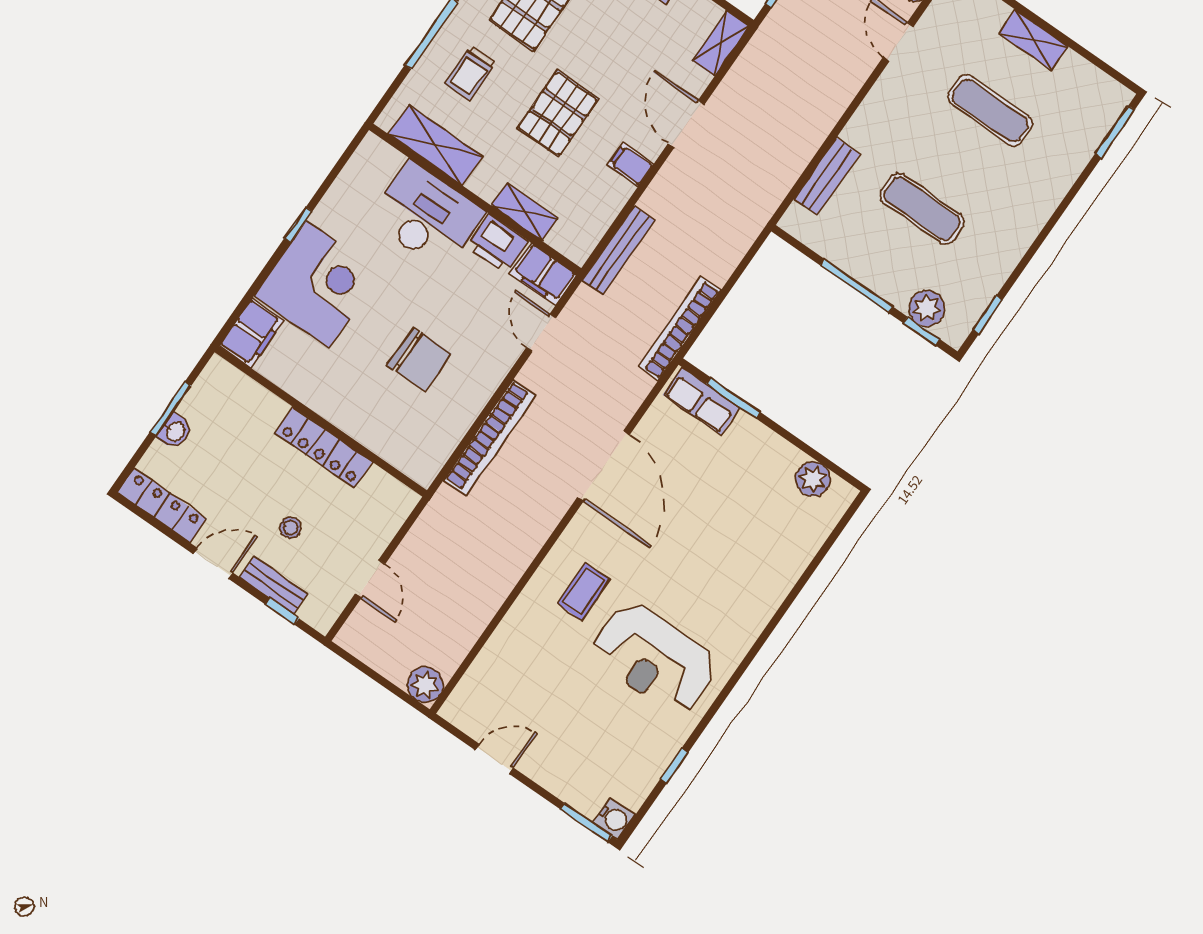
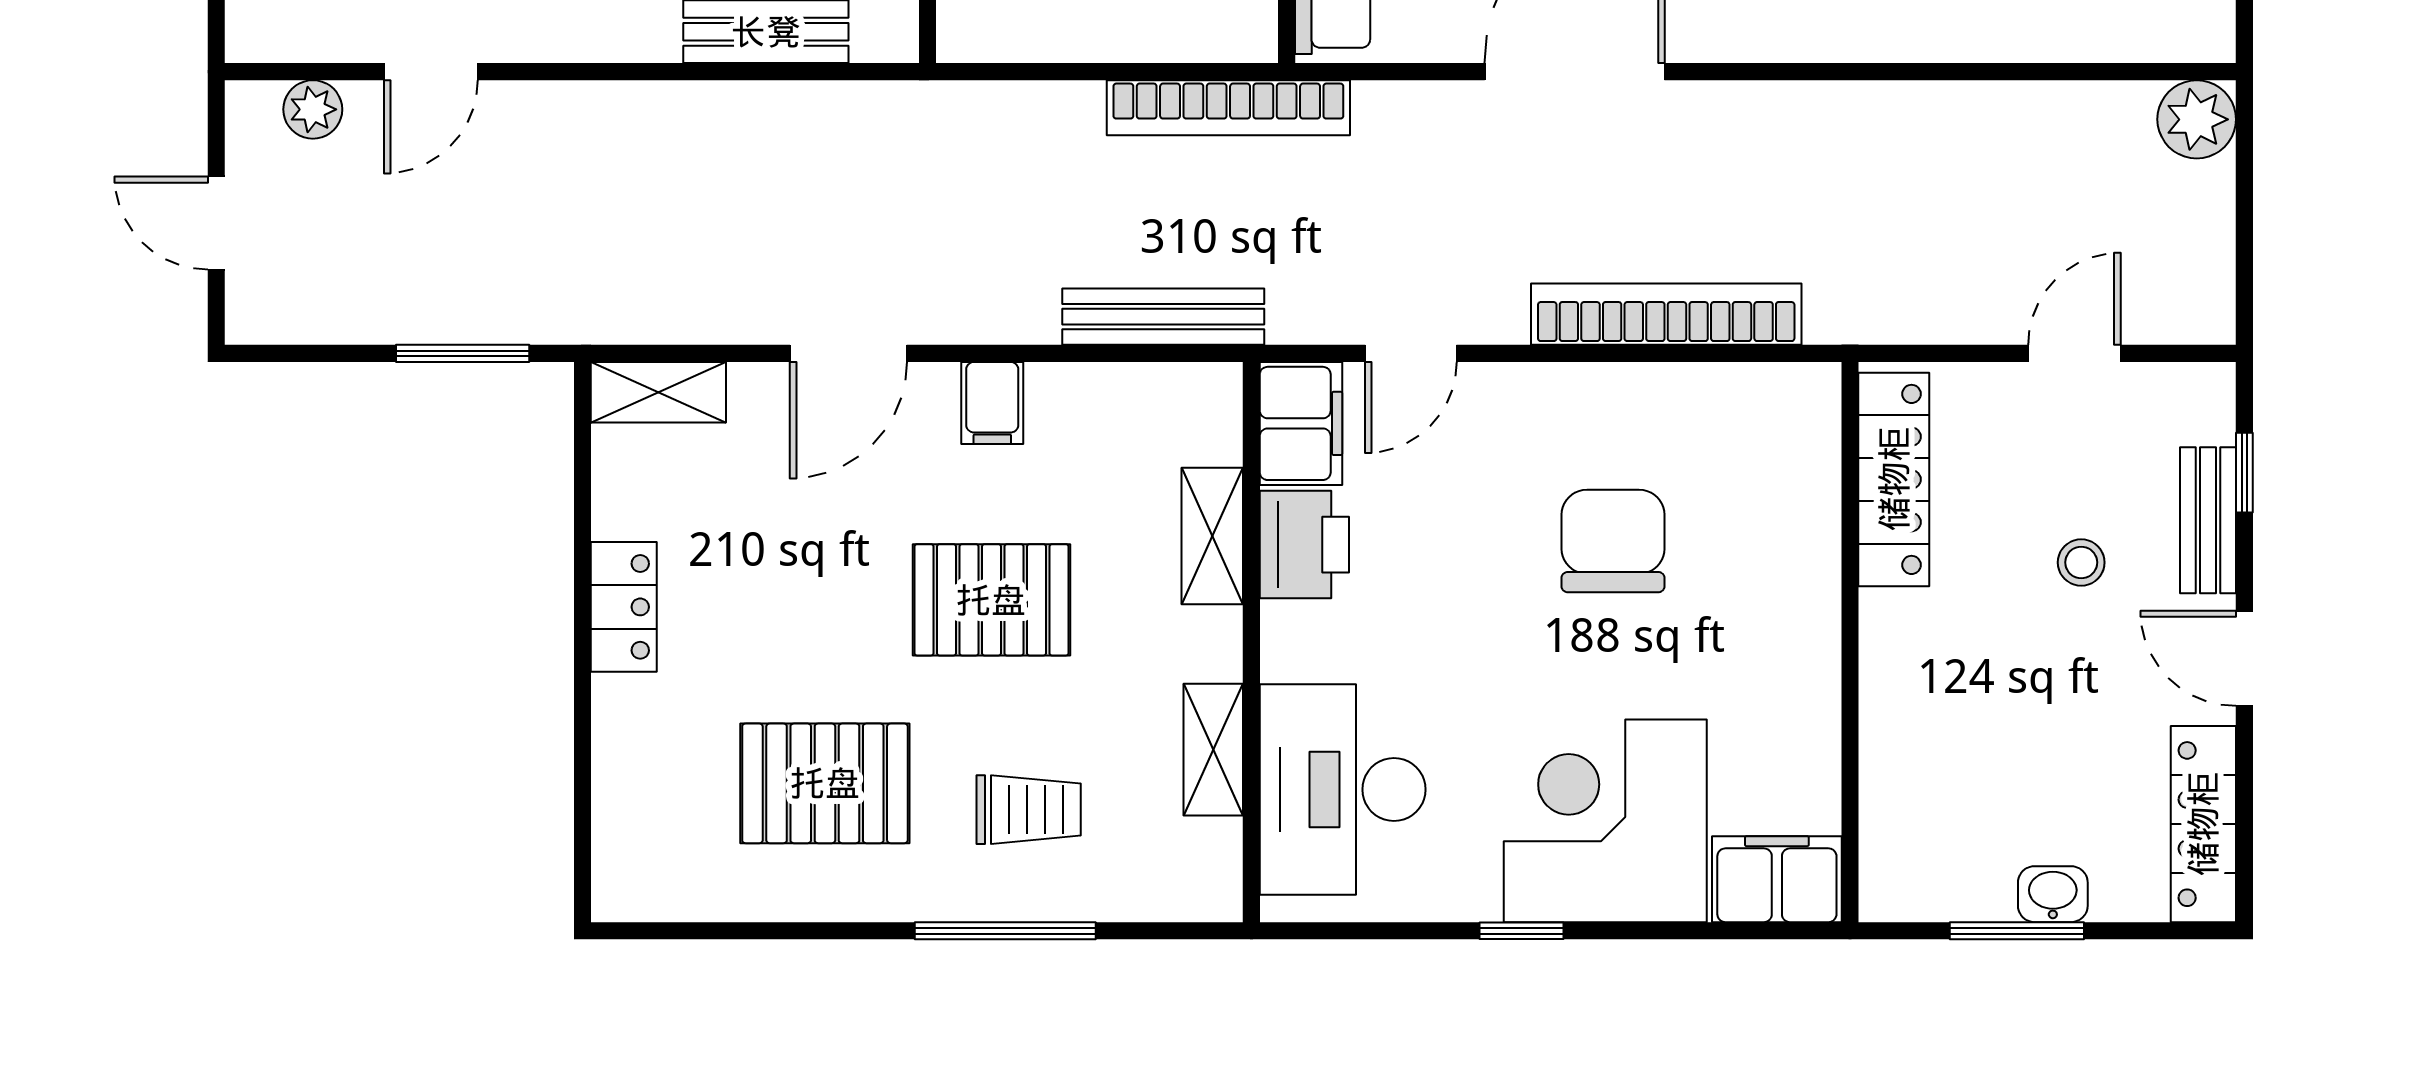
shelving: (435, 145) -> (1213, 750), width x0.67, depth x0.75
desk: (427, 216) -> (1343, 790), moved
locker: (324, 447) -> (1894, 479), moved

